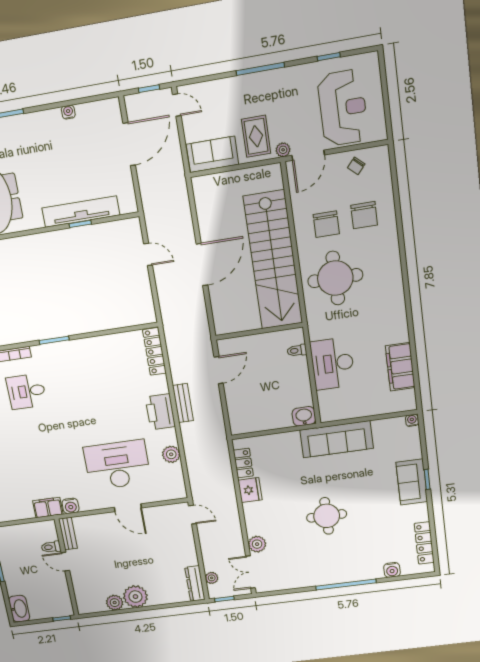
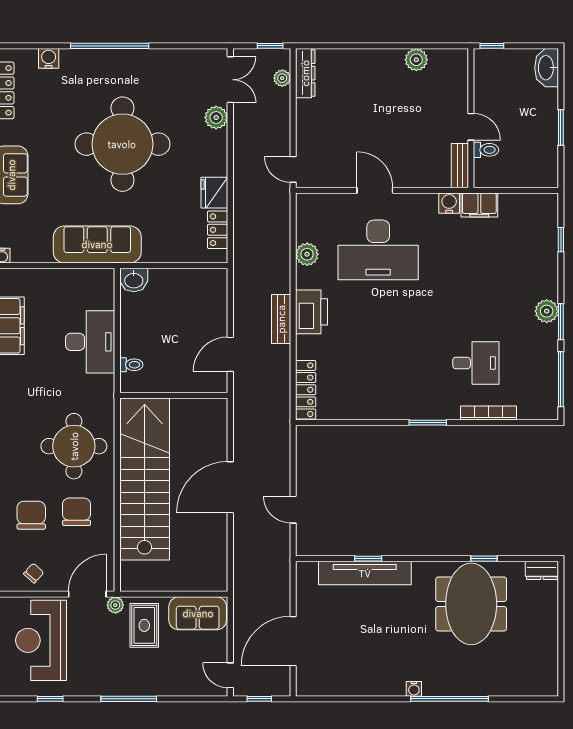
water cooler: (68, 112) -> (414, 689), moved
round table: (327, 516) -> (122, 144), width x1.86, depth x1.86
plant: (135, 597) -> (387, 65), removed

